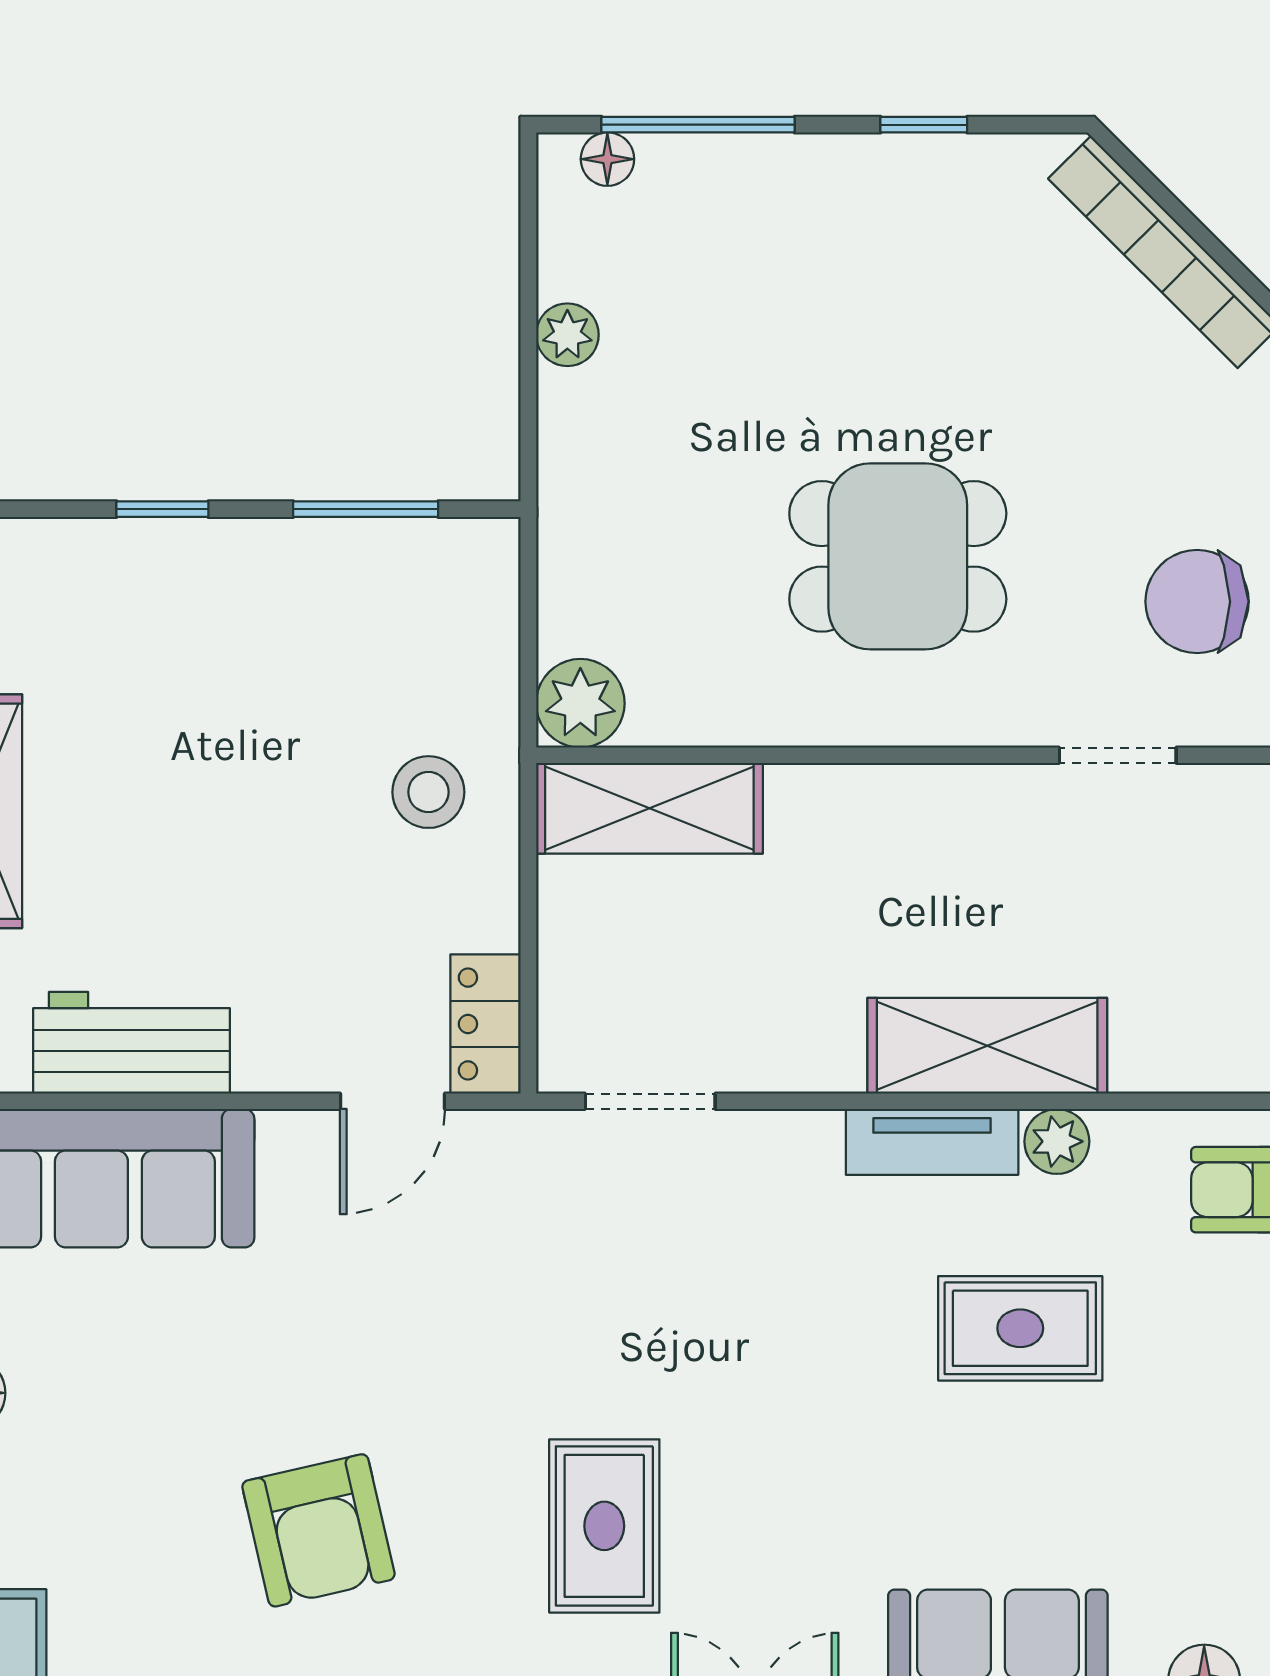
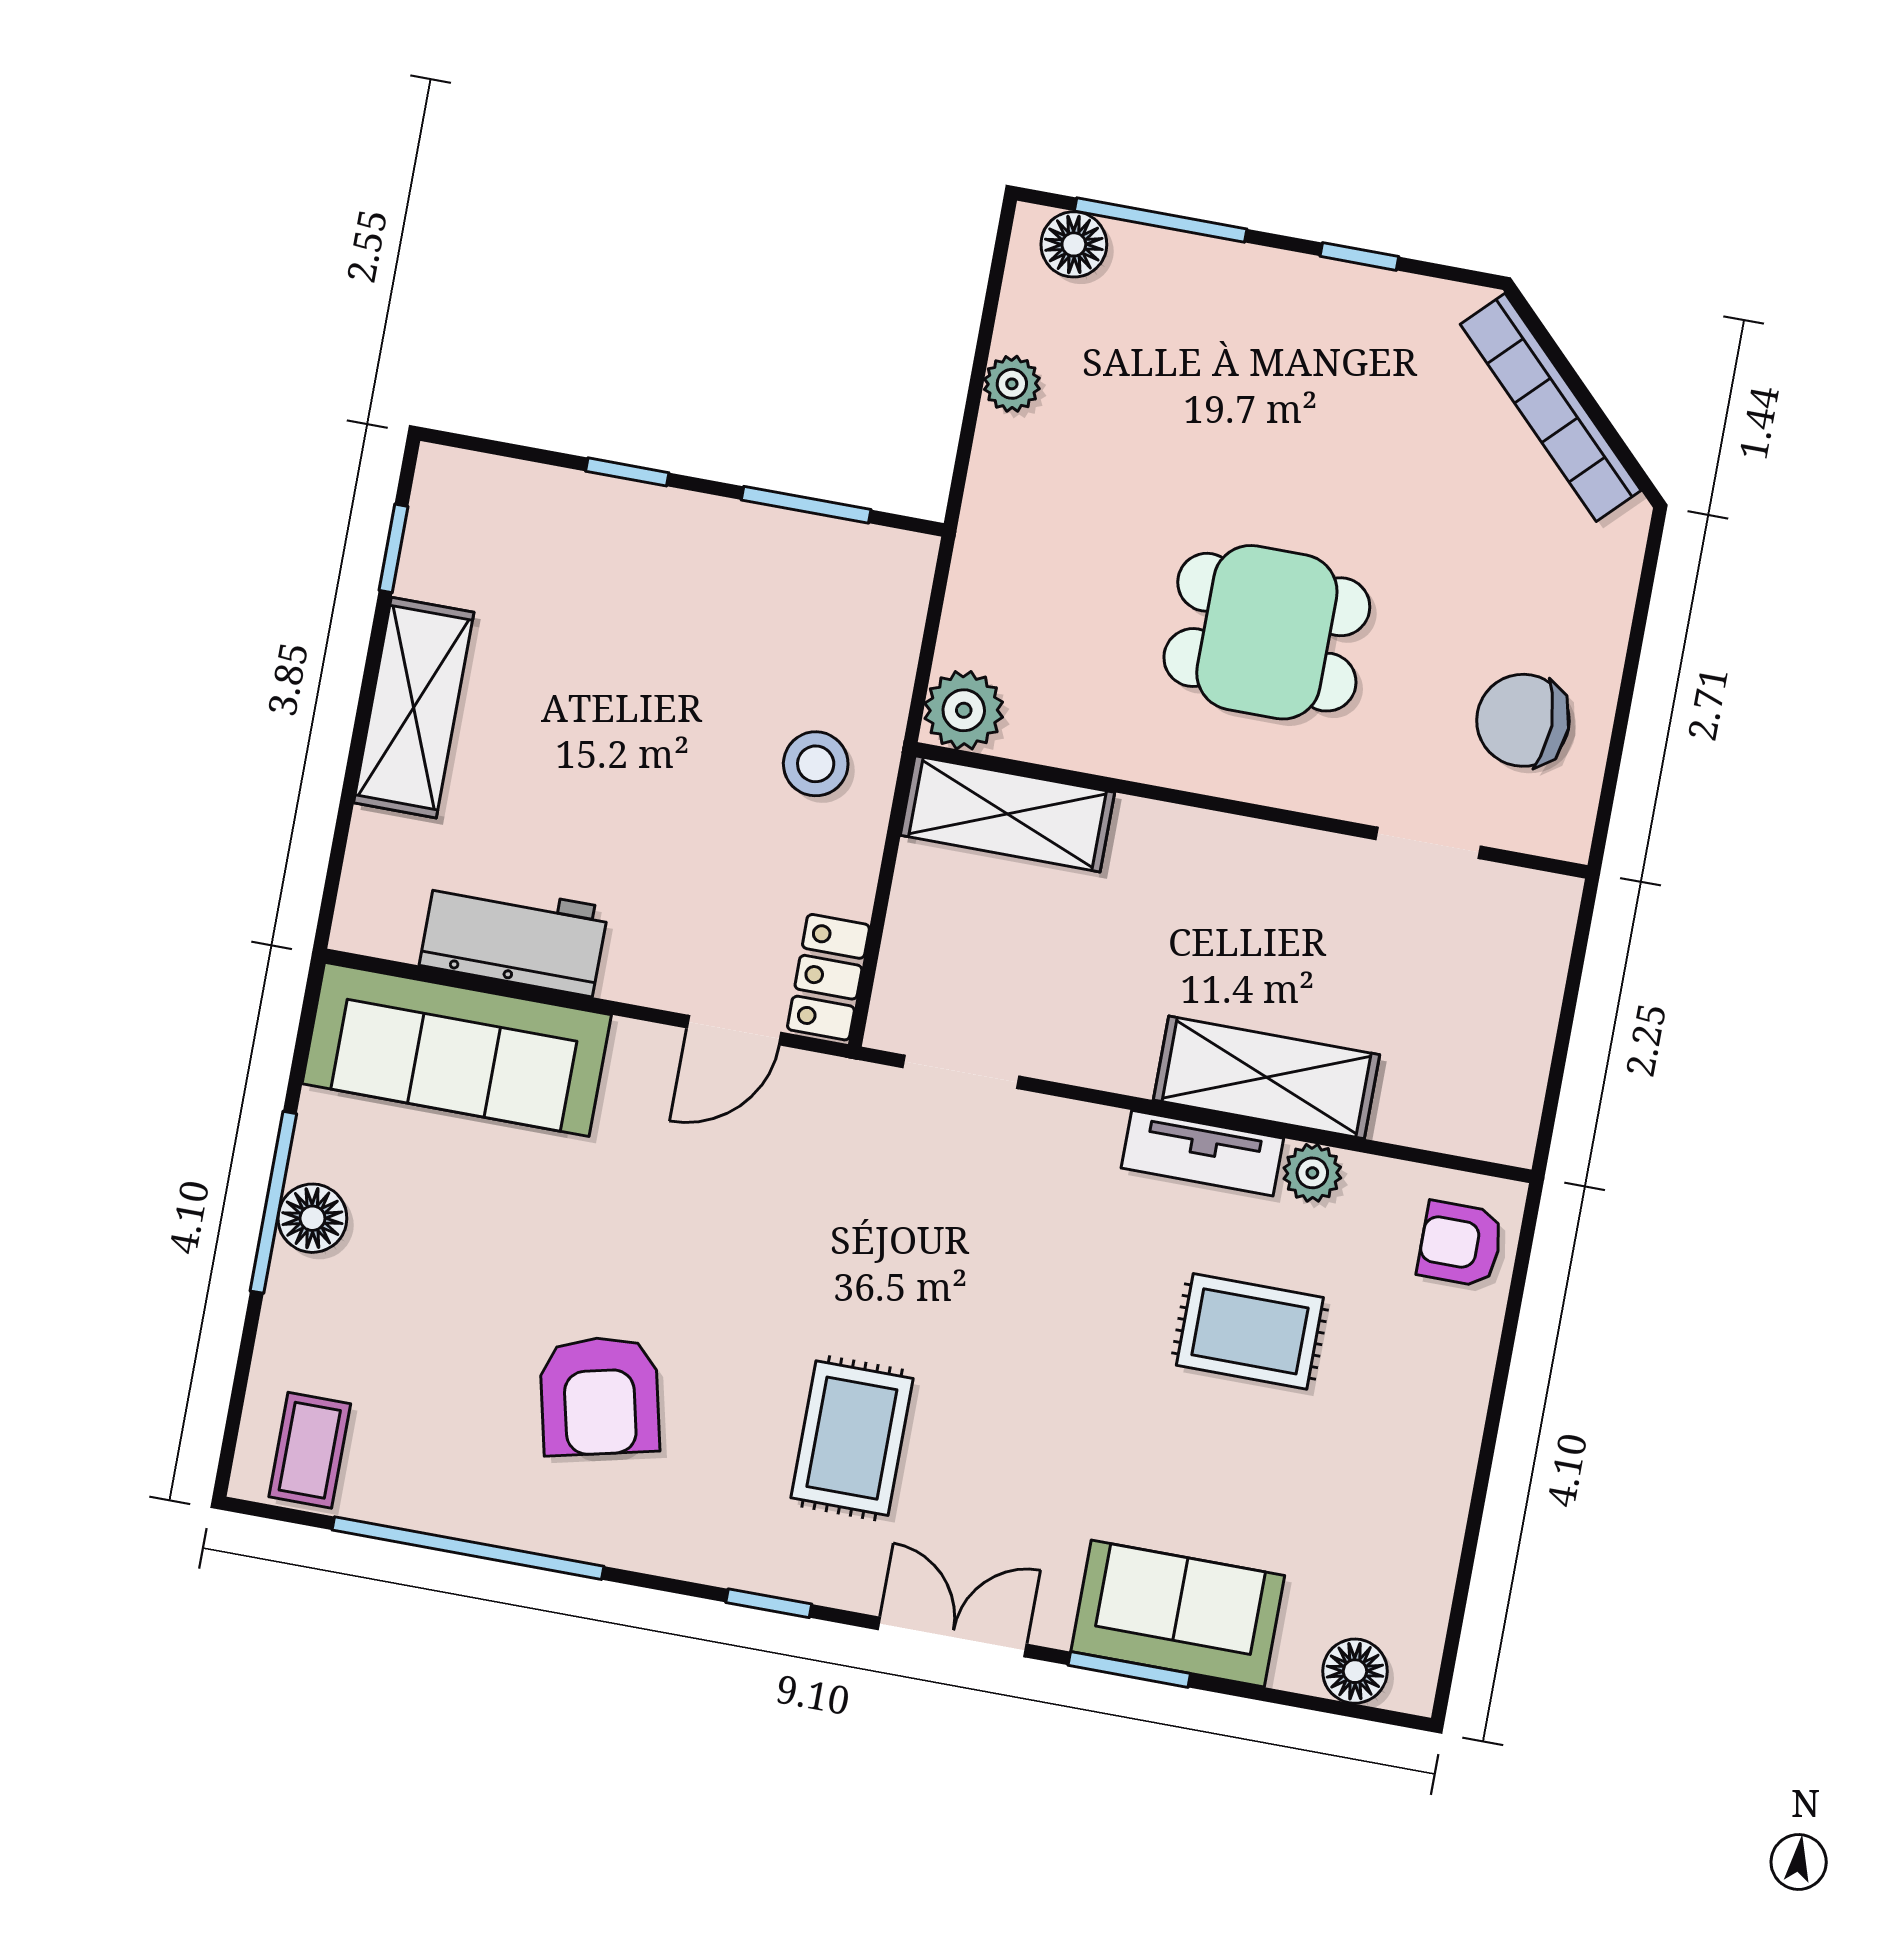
floor lamp: (607, 159) -> (1074, 244), width x1.37, depth x1.37

